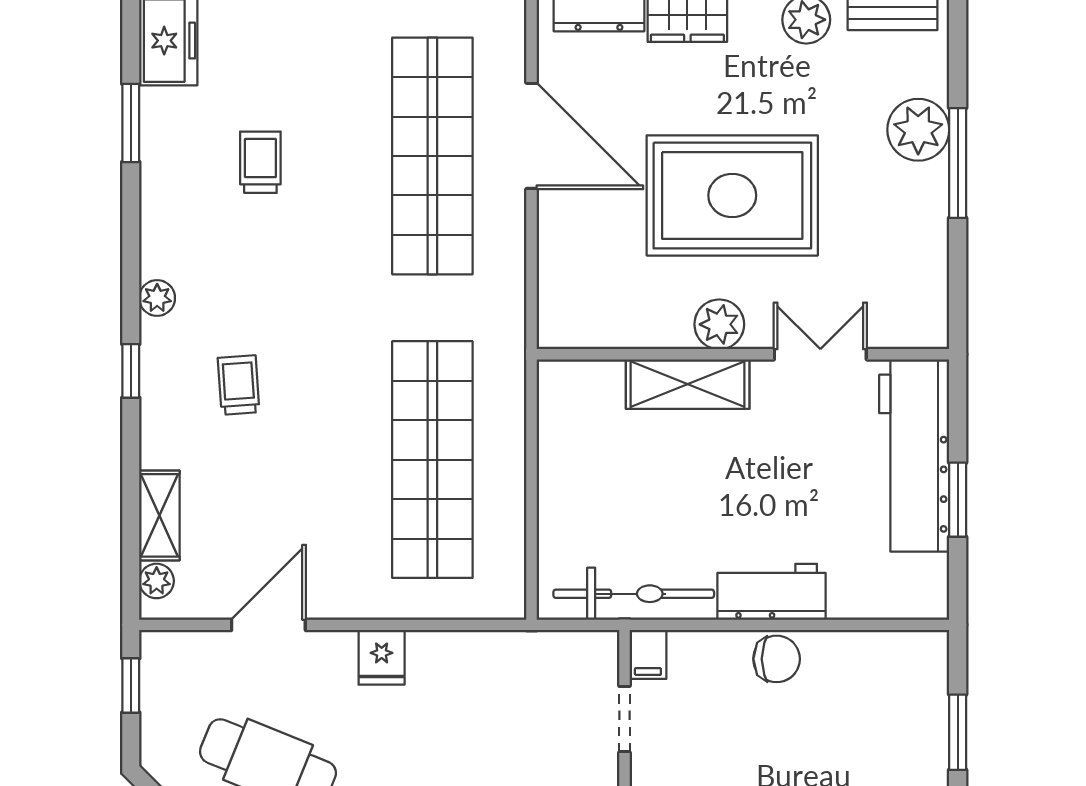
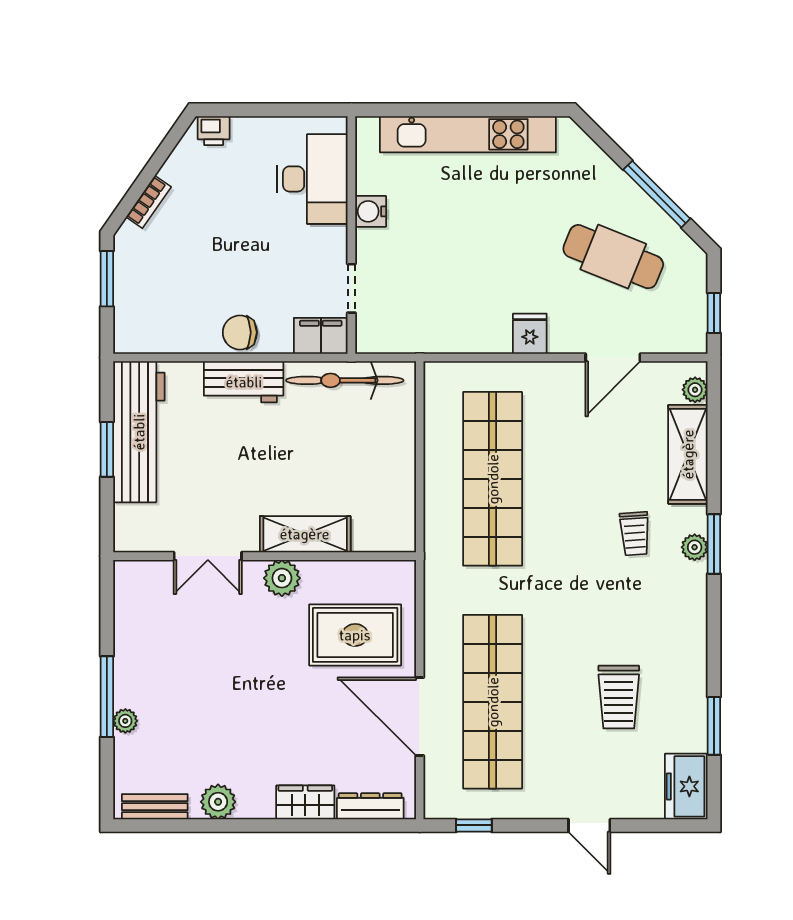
plant: (918, 130) -> (125, 721), width x0.53, depth x0.53
trolley: (260, 162) -> (619, 697), width x1.36, depth x1.39
rug: (732, 195) -> (355, 635), moved, width x0.73, depth x0.69
plant: (157, 298) -> (695, 547), moved
window: (131, 371) -> (714, 544), width x1.50
workbench: (914, 455) -> (139, 432), moved
shelving: (159, 515) -> (688, 454), width x1.50, depth x1.33
filing cabinet: (648, 654) -> (321, 336), width x2.00

